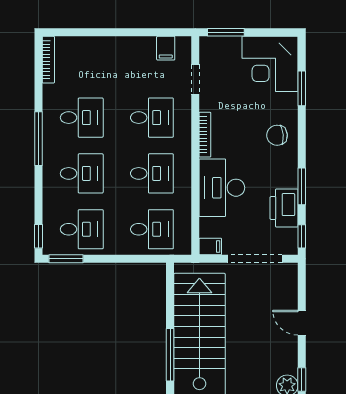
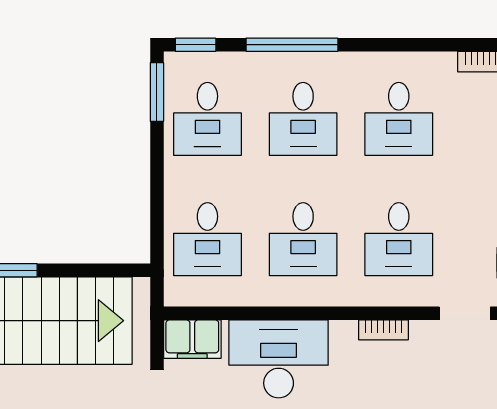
bookcase: (205, 135) -> (383, 330), width x0.64
window: (38, 139) -> (292, 45), moved
filing cabinet: (210, 246) -> (192, 339), width x2.00

